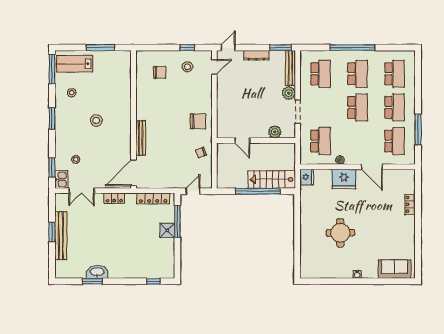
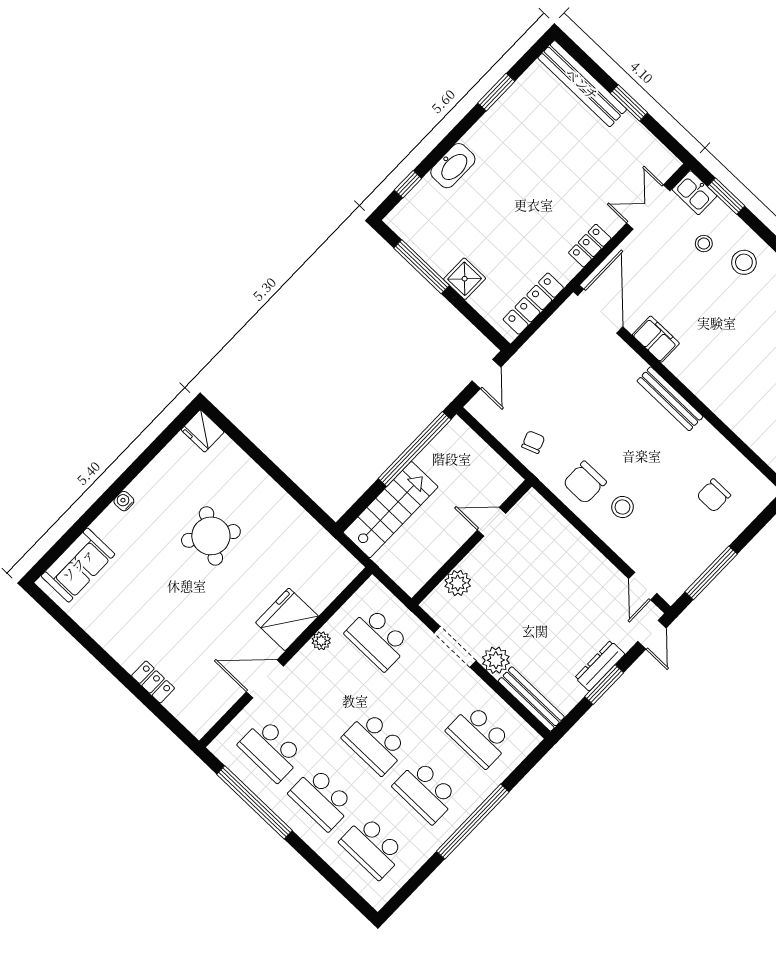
window: (187, 48) -> (711, 573), width x2.17
window: (280, 48) -> (604, 685), moved
stool: (187, 67) -> (622, 507), moved
stool: (96, 120) -> (744, 262), moved
window: (418, 129) -> (255, 802), width x1.46
bench: (141, 138) -> (670, 399), moved
filing cabinet: (125, 144) -> (656, 339), added
fridge: (307, 177) -> (203, 431), moved
window: (258, 191) -> (415, 449), moved
window: (177, 221) -> (422, 267), moved
round table: (340, 233) -> (211, 536), turned 35
bench: (61, 236) -> (582, 84), moved
washbasin: (97, 272) -> (453, 166), moved

